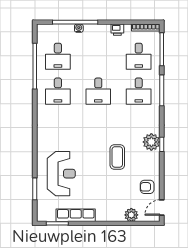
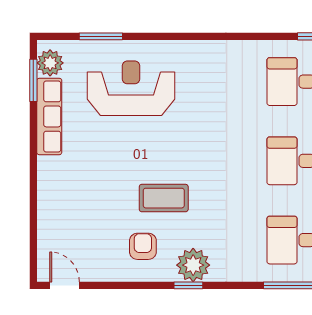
reception desk: (61, 174) -> (131, 88), turned 180
armchair: (147, 187) -> (143, 246), moved
plant: (131, 215) -> (50, 63), moved

